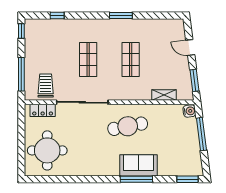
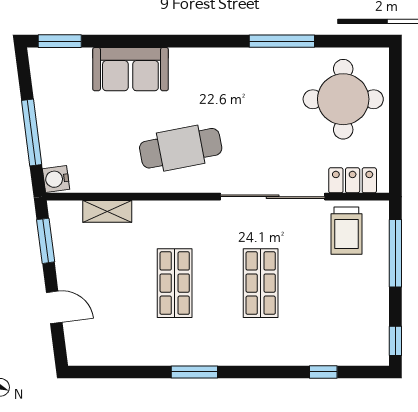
sofa: (138, 165) -> (130, 69), moved
window: (136, 179) -> (282, 41), moved

